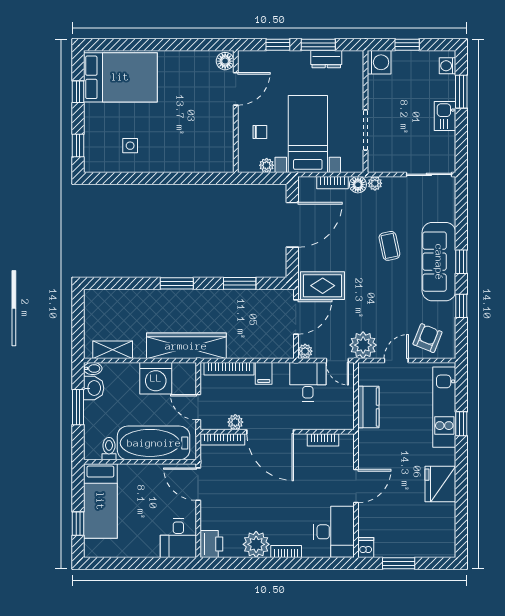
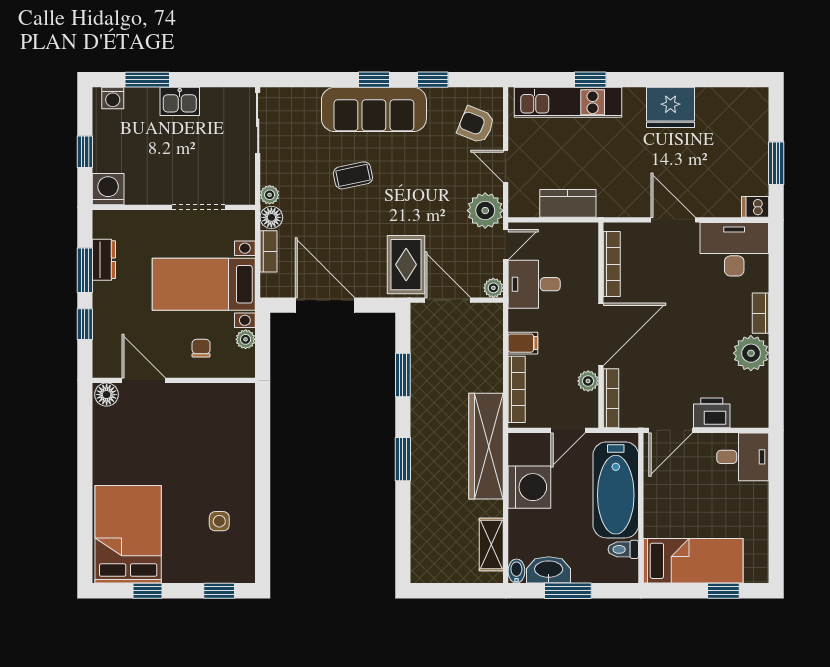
washbasin: (94, 388) -> (549, 570), width x1.38
bookcase: (323, 440) -> (612, 264), width x1.56
printer: (211, 544) -> (712, 413), moved

